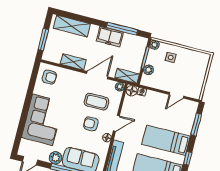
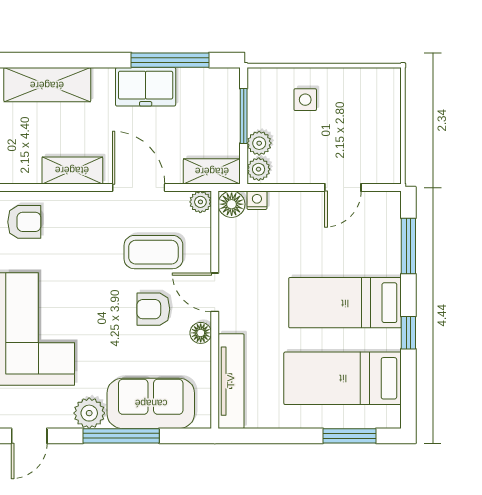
plant: (155, 45) -> (259, 169), moved
door: (97, 75) -> (139, 188), hinge flipped
door: (116, 123) -> (215, 292), swing flipped

